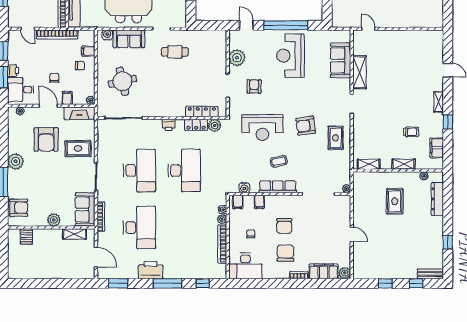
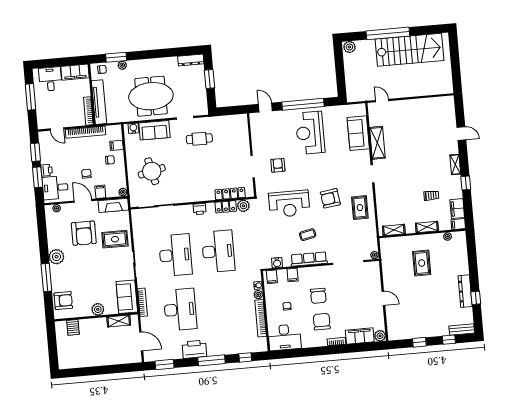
plant: (237, 58) -> (259, 139), removed
filing cabinet: (436, 164) -> (458, 224), added
dresser: (437, 199) -> (465, 291), moved

